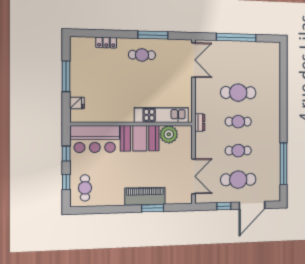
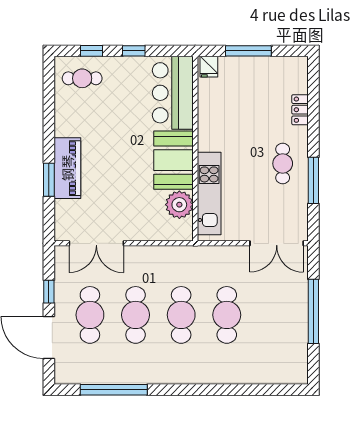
kitchen unit: (162, 115) -> (209, 193), moved
dresser: (200, 122) -> (180, 253), removed
cafe table: (238, 122) -> (181, 315), width x1.37, depth x1.35
wall: (132, 124) -> (195, 149), moved
plant: (169, 134) -> (179, 205), moved
booth: (140, 138) -> (174, 160), moved
bar counter: (95, 139) -> (173, 93), moved
cafe table: (238, 151) -> (136, 315), width x1.37, depth x1.35

